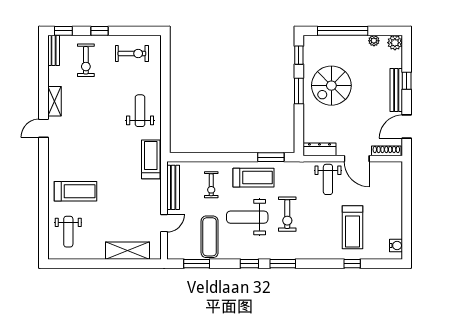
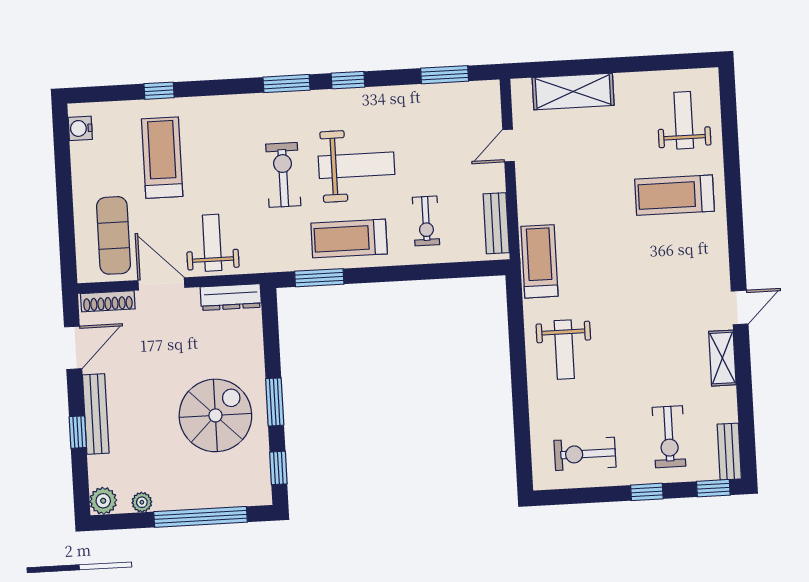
exercise bike: (86, 60) -> (669, 437), turned 180
treadmill: (151, 159) -> (539, 261), turned 180
exercise bike: (211, 185) -> (426, 221), turned 180
bench: (173, 187) -> (496, 223), width x0.73
exercise mat: (210, 237) -> (113, 235), moved

